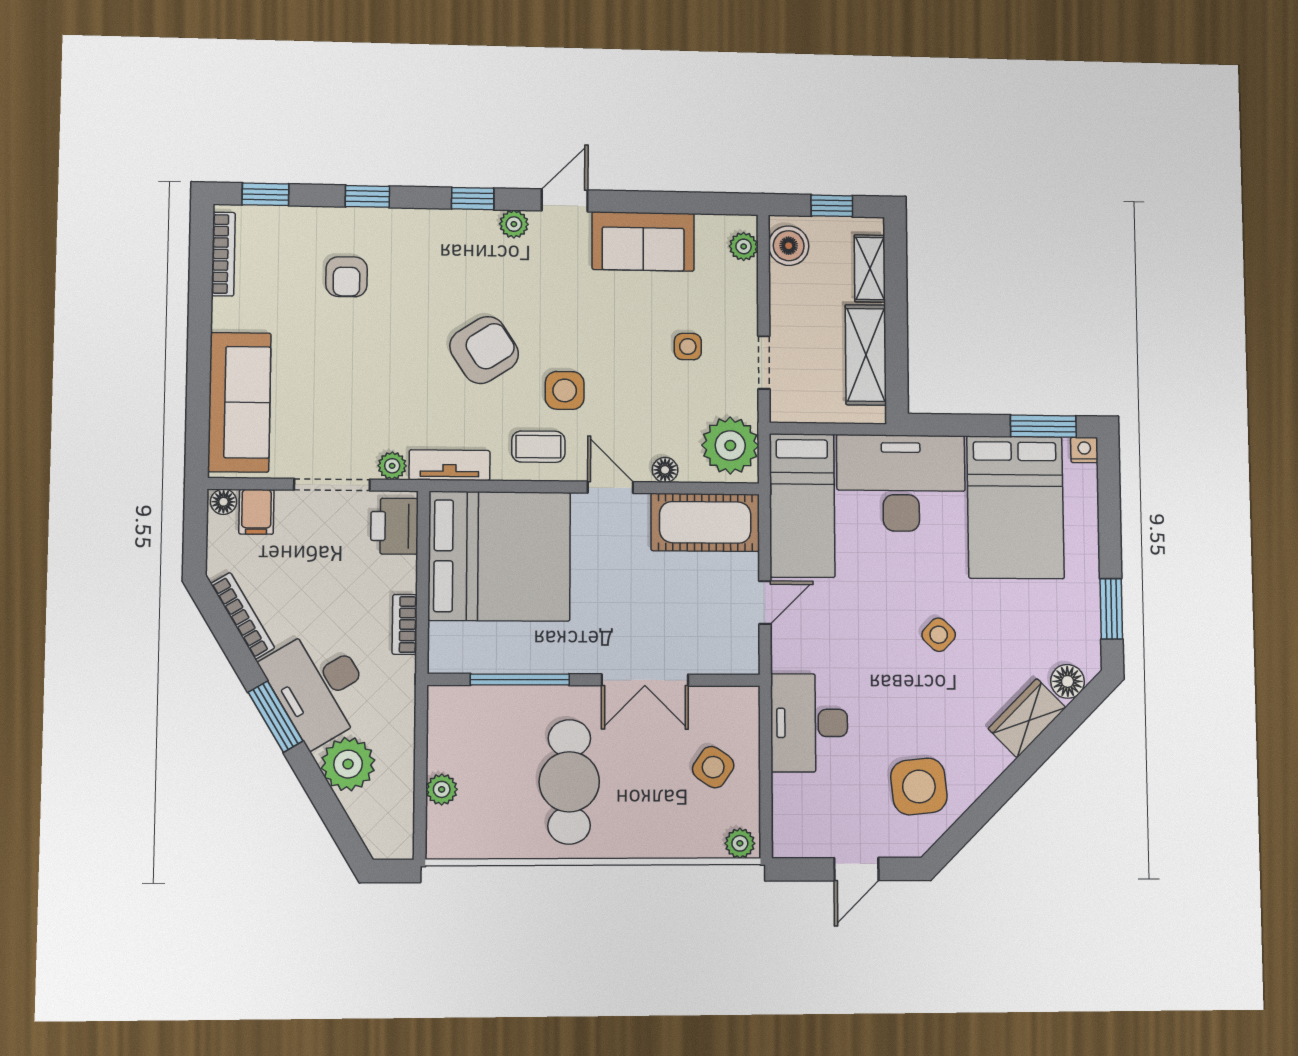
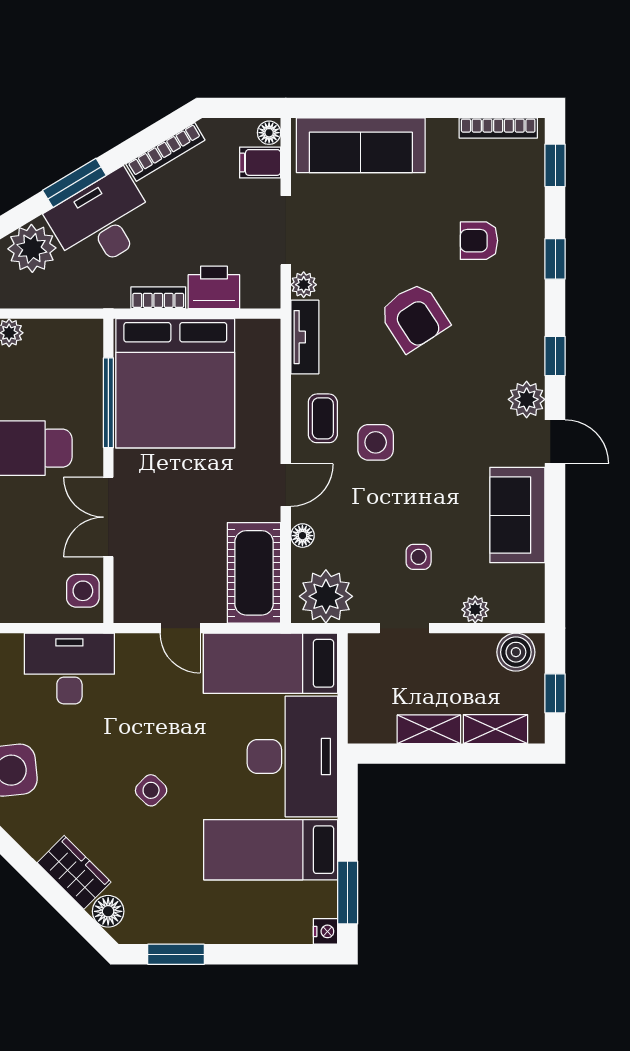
plant: (514, 224) -> (527, 399), width x1.38, depth x1.38
plant: (744, 246) -> (475, 610), moved
armchair: (484, 350) -> (414, 317), moved
shelving: (866, 355) -> (429, 729), width x0.67, depth x0.75
bed: (1015, 507) -> (271, 850), width x0.67
printer: (394, 526) -> (214, 287), moved
bed: (499, 556) -> (175, 383), moved
side table: (713, 767) -> (83, 591), moved, turned -34

